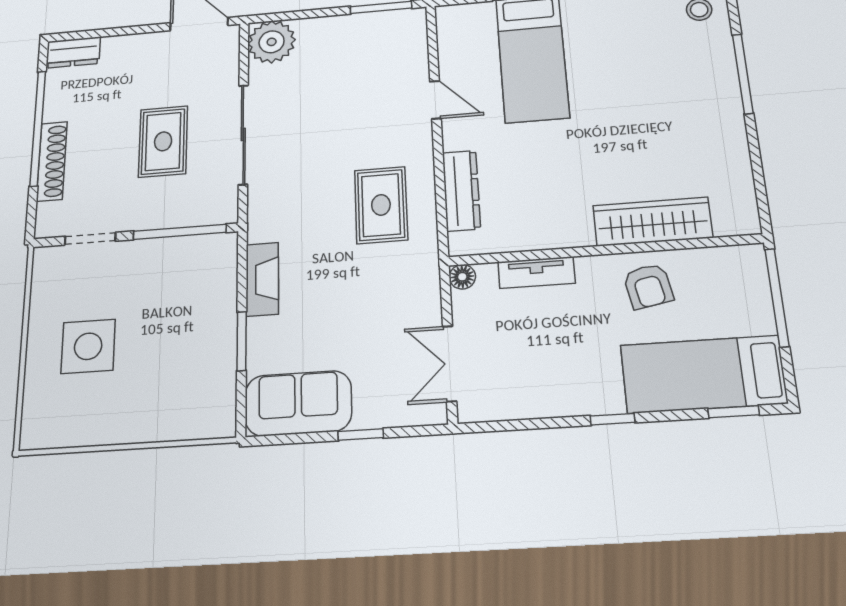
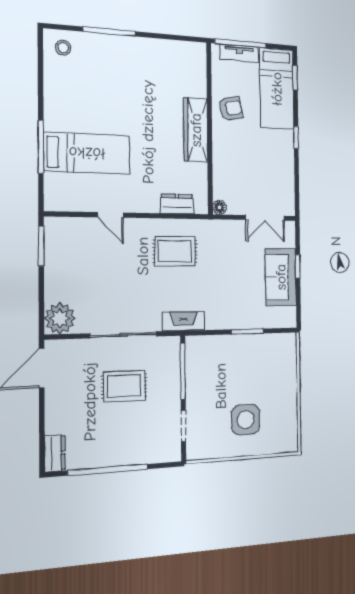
door: (435, 100) -> (110, 215), swing flipped
shoe rack: (52, 161) -> (132, 457), removed
dresser: (461, 191) -> (177, 204), width x0.70
wardrobe: (652, 222) -> (196, 130), moved
tv unit: (536, 273) -> (239, 53), moved, turned 90
fireplace: (262, 279) -> (183, 321), moved
sofa: (298, 403) -> (281, 277), moved

